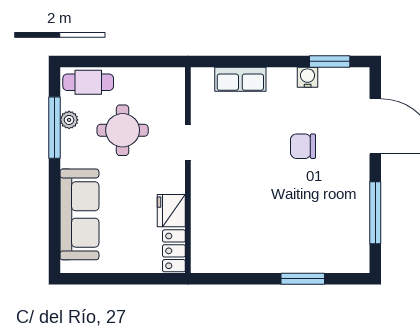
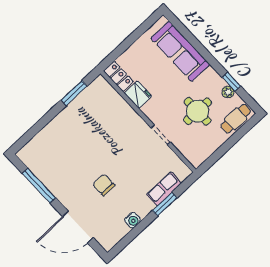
window: (330, 61) -> (165, 204), moved
window: (54, 128) -> (231, 82), width x0.46
chair: (303, 146) -> (104, 185), turned -90
window: (303, 279) -> (74, 93), moved

